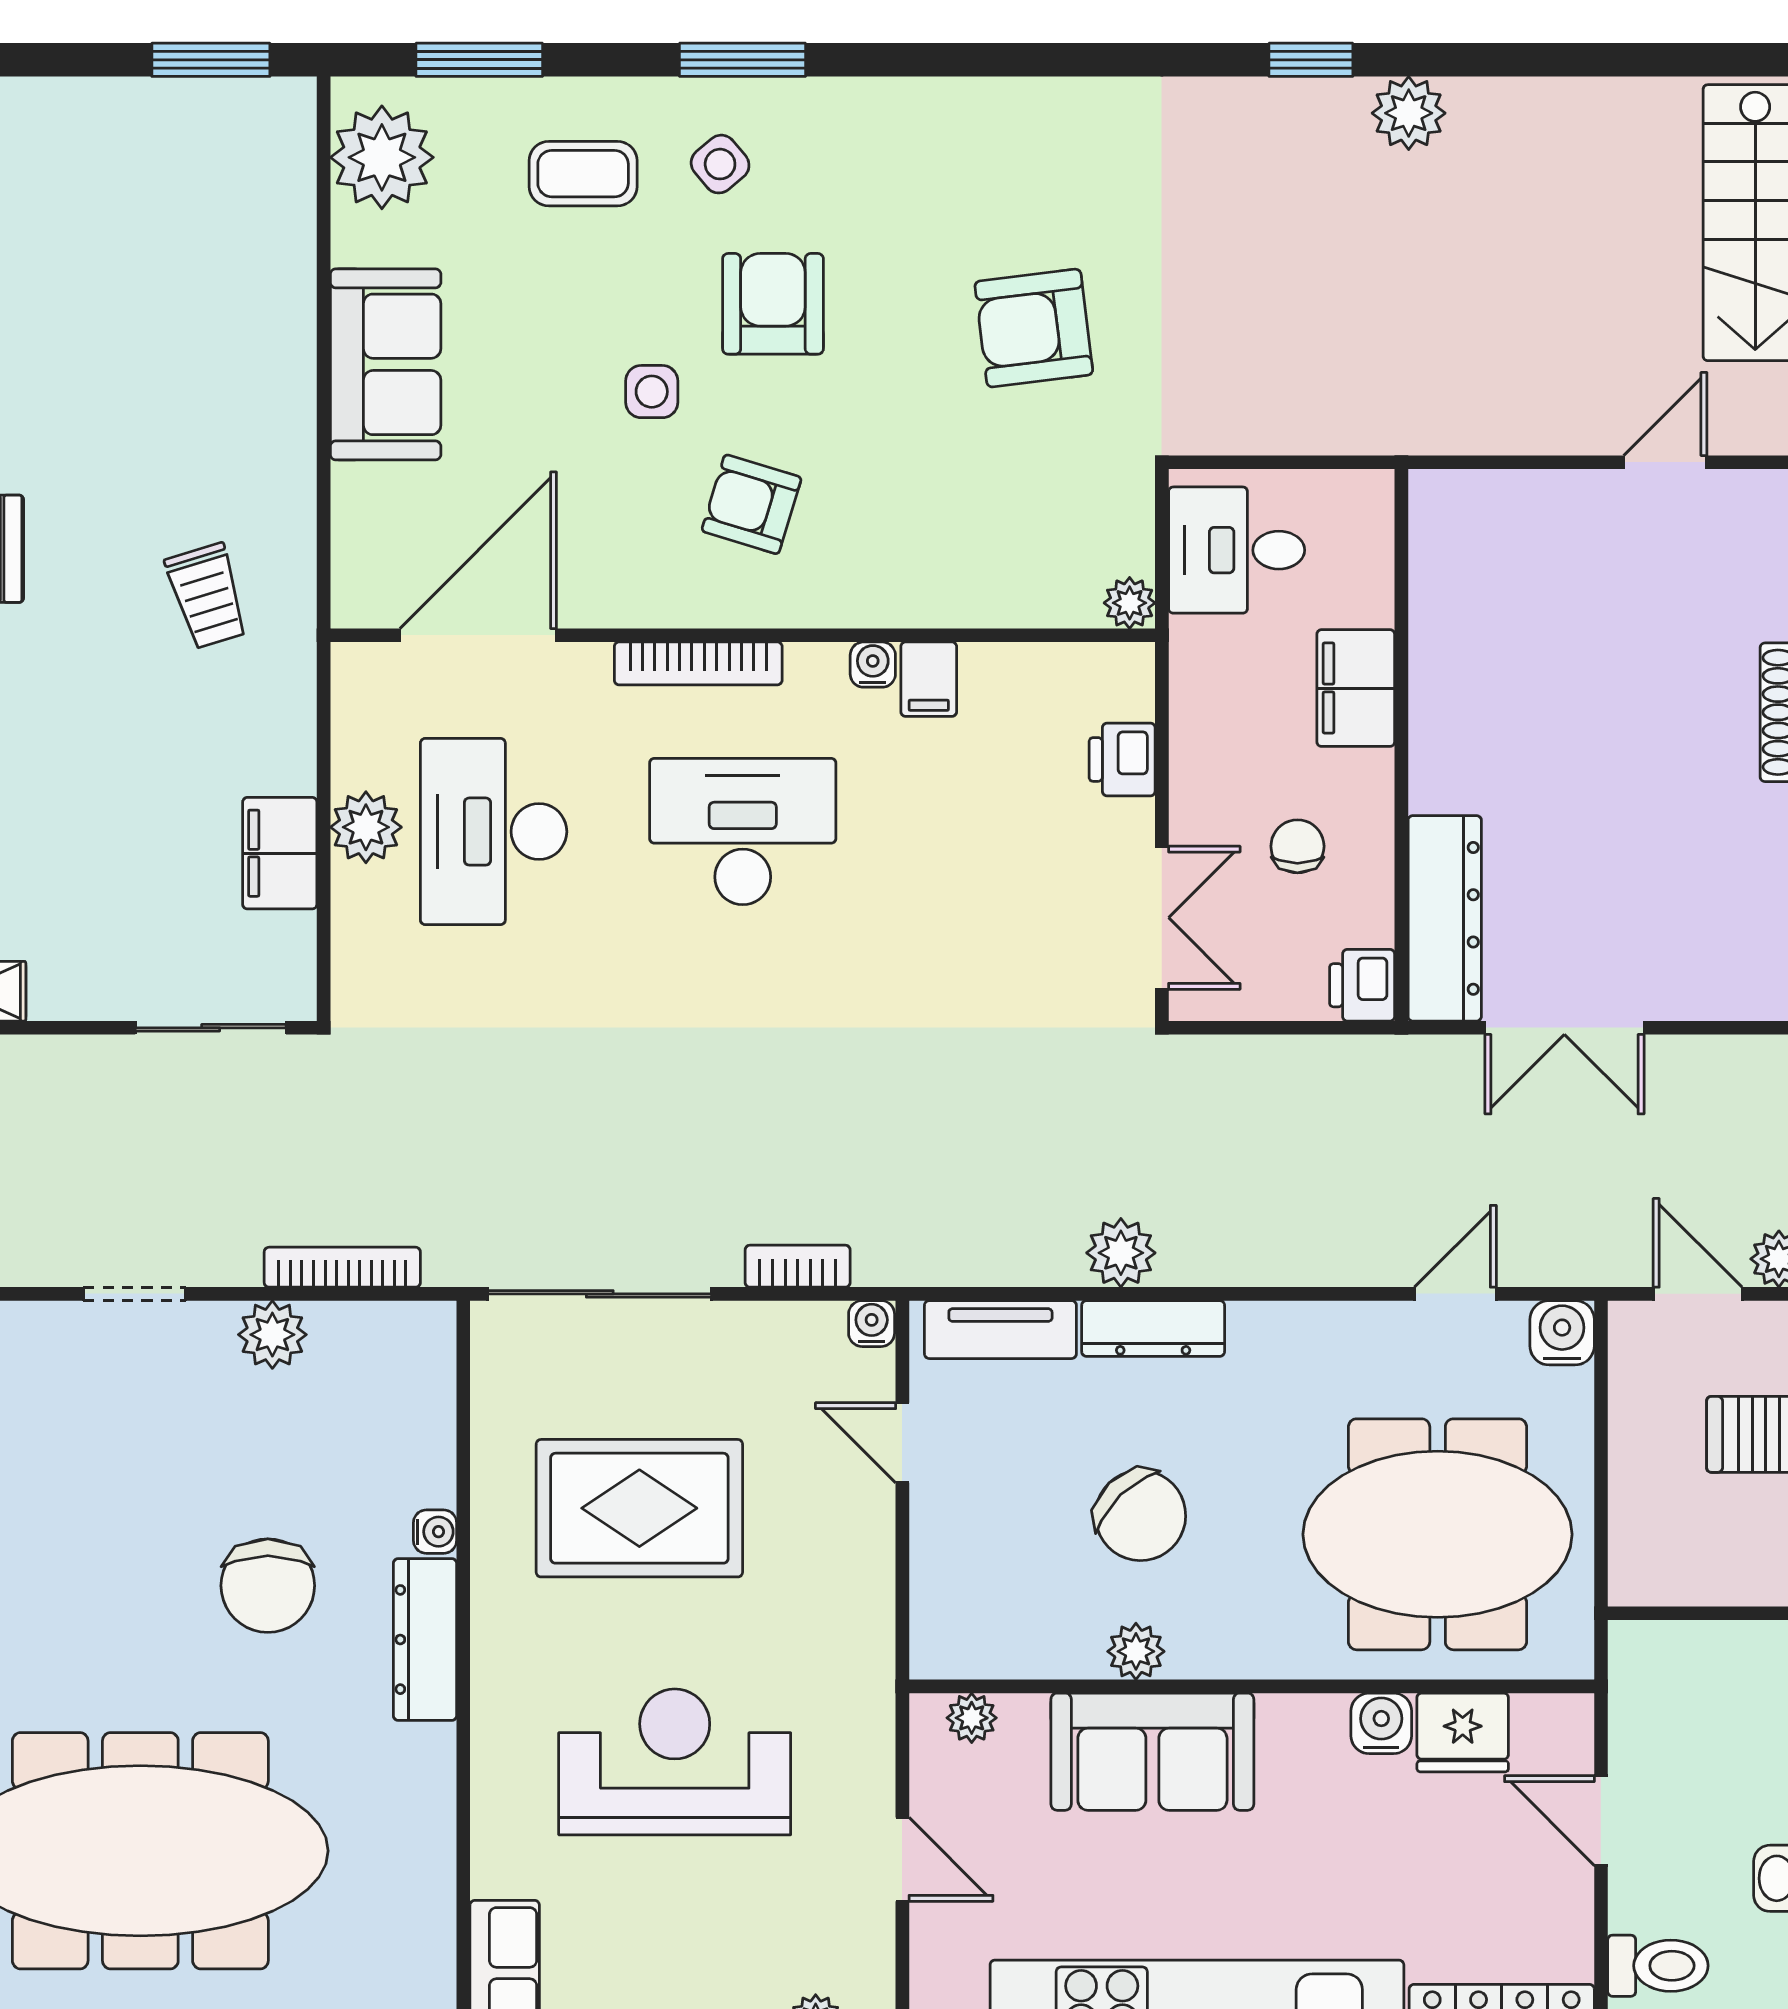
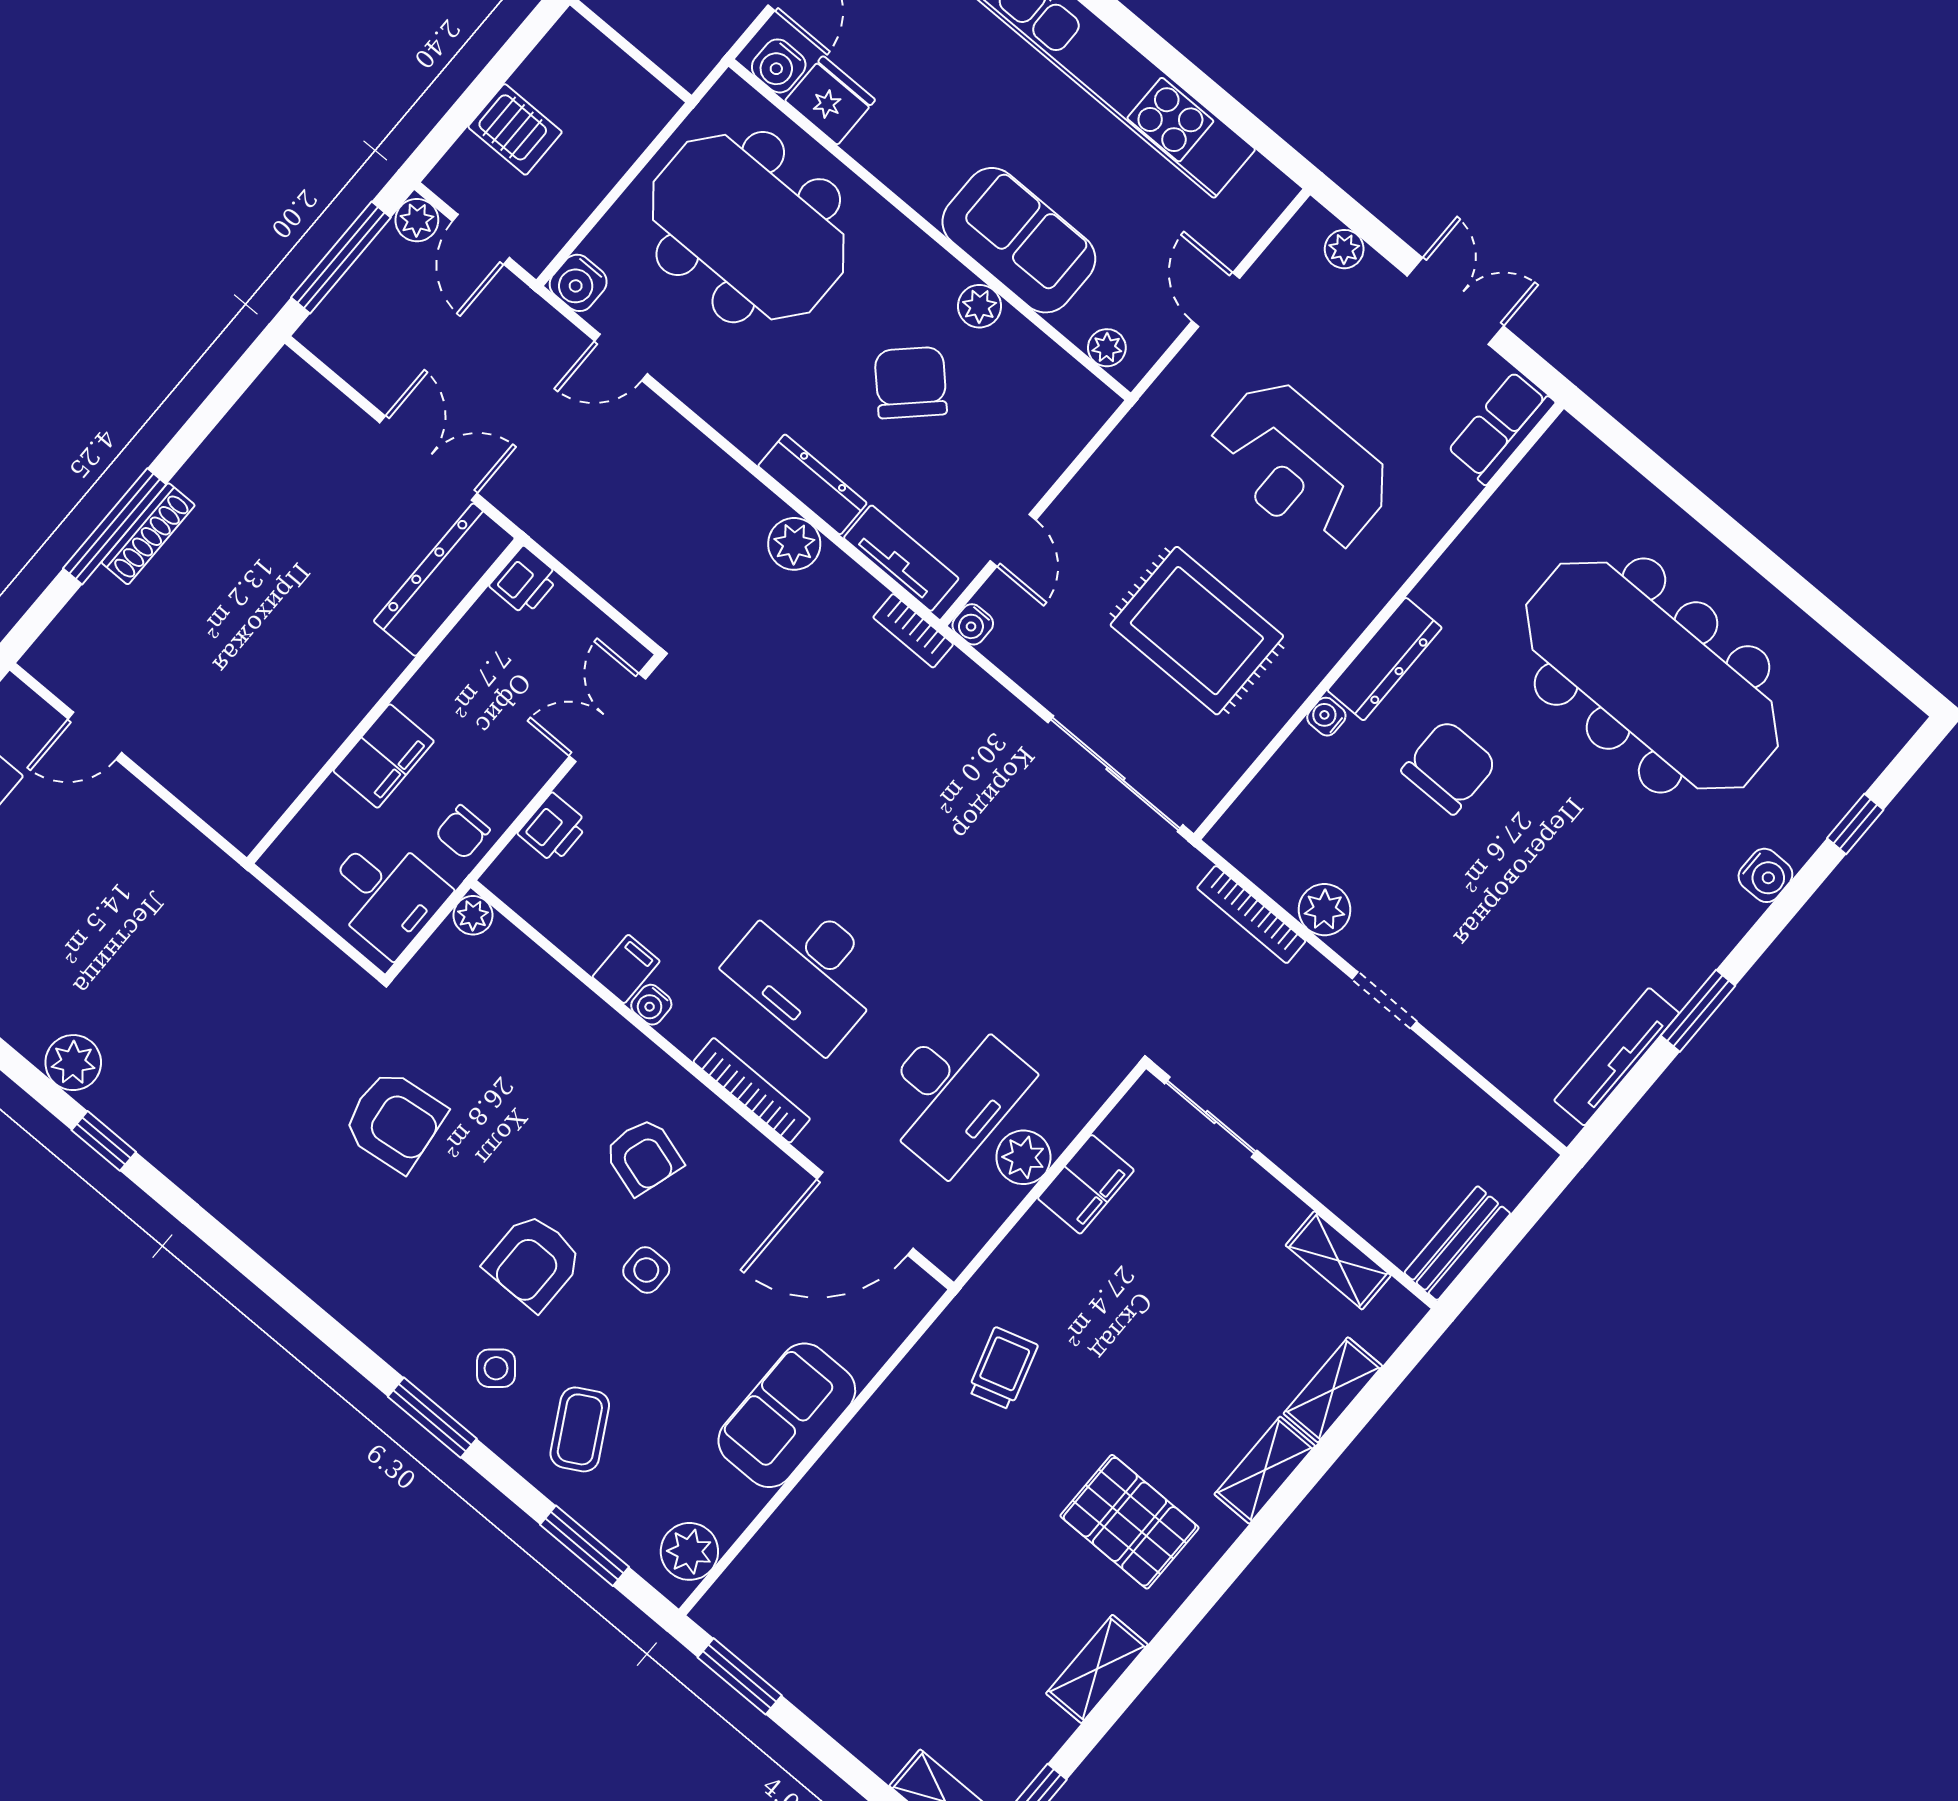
plant: (382, 157) -> (689, 1551), width x0.73, depth x0.73
coffee table: (583, 174) -> (580, 1429), turned 61
chair: (1297, 846) -> (463, 832), moved
bookcase: (798, 1266) -> (913, 631), moved
water cooler: (1381, 1723) -> (779, 66), moved

